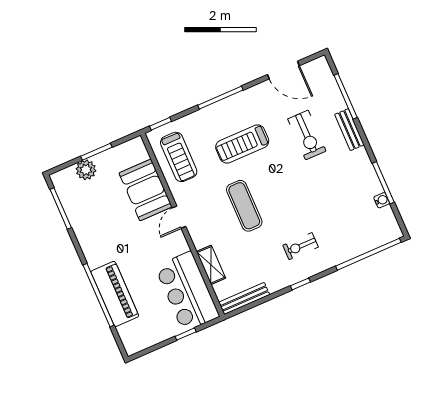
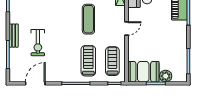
door: (283, 70) -> (35, 83), hinge flipped
exercise bike: (307, 135) -> (38, 43), turned 180
treadmill: (242, 144) -> (88, 61), moved, turned -90
booth: (146, 190) -> (143, 72), moved, turned 90

